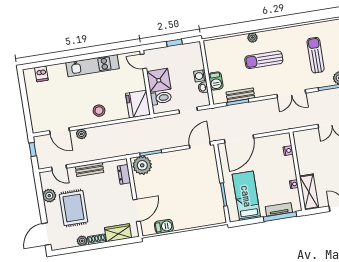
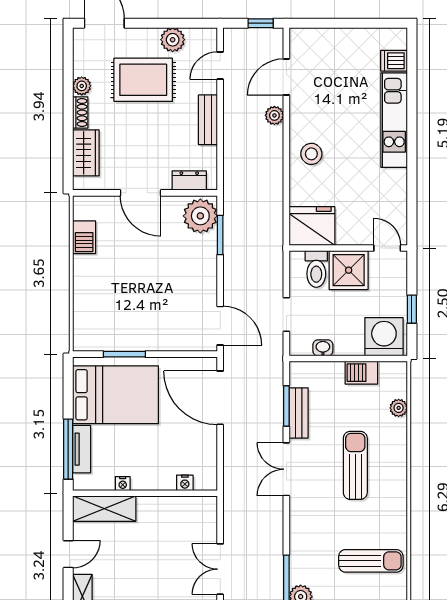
plant: (252, 38) -> (399, 408), moved
sun lounger: (316, 55) -> (371, 561), moved
door: (143, 61) -> (387, 248), hinge flipped
kitchen unit: (93, 66) -> (394, 120), moved
washing machine: (200, 76) -> (384, 337), moved, width x1.89, depth x1.89
barbecue: (216, 81) -> (361, 373), moved
double door: (291, 94) -> (286, 469), moved
bed: (246, 196) -> (115, 395), width x1.50
door: (137, 210) -> (141, 193), moved

